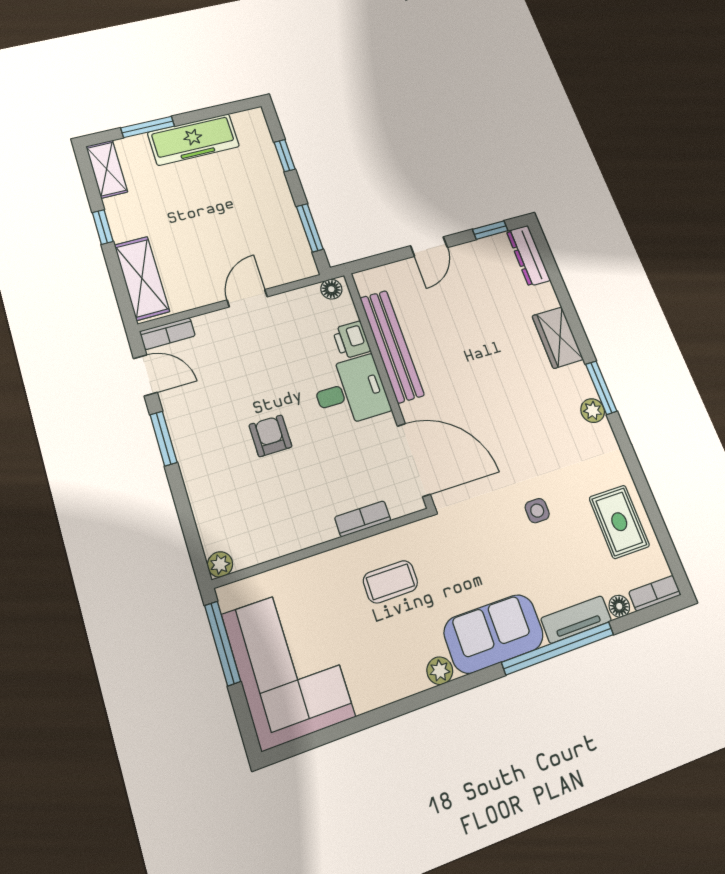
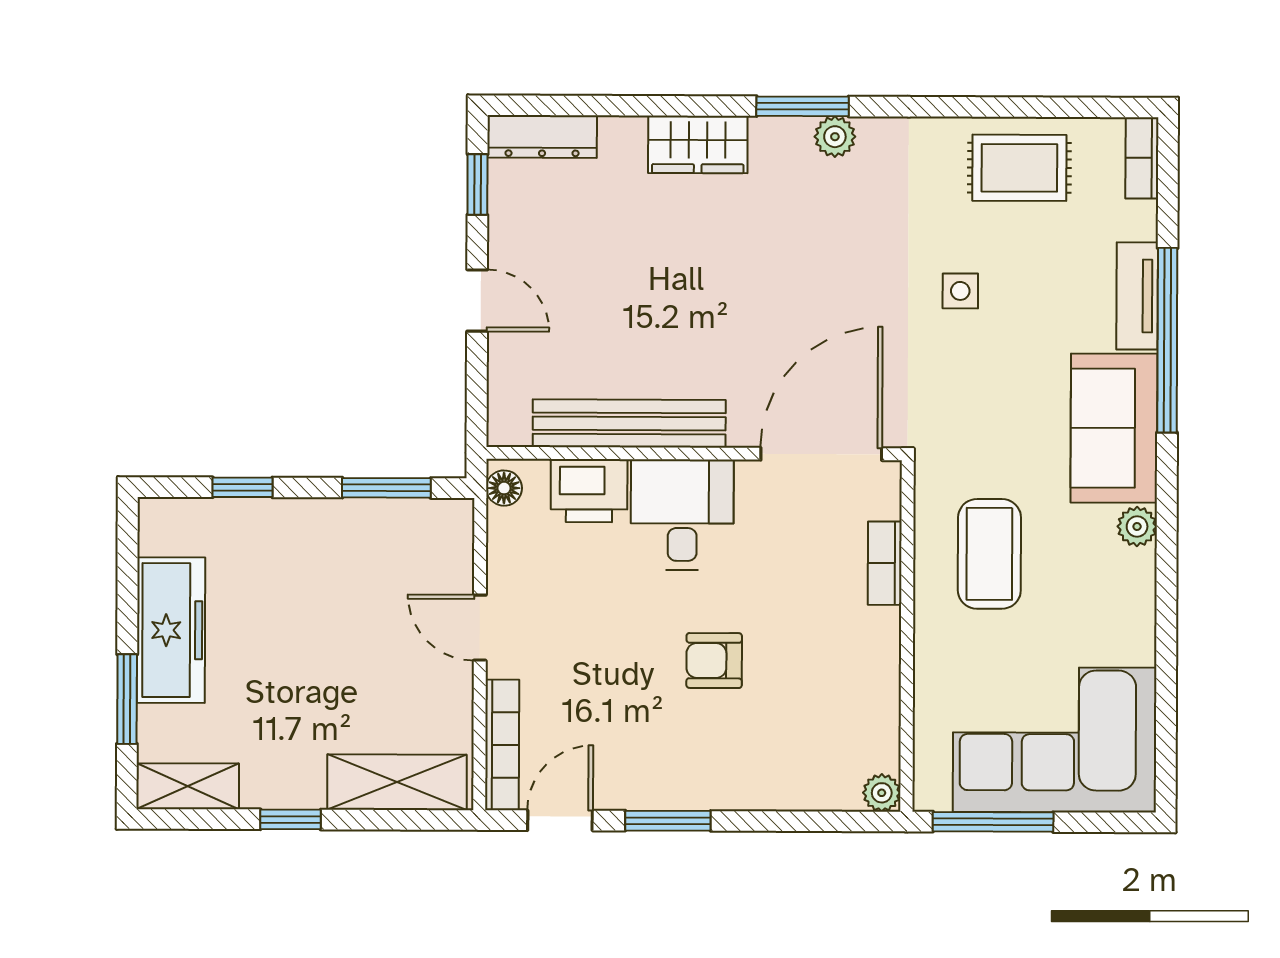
bookcase: (167, 334) -> (502, 745), width x1.56
printer: (351, 340) -> (589, 491), width x1.36, depth x1.24
coffee table: (390, 582) -> (989, 554), width x1.36, depth x1.30
floor lamp: (619, 606) -> (1141, 222), removed

